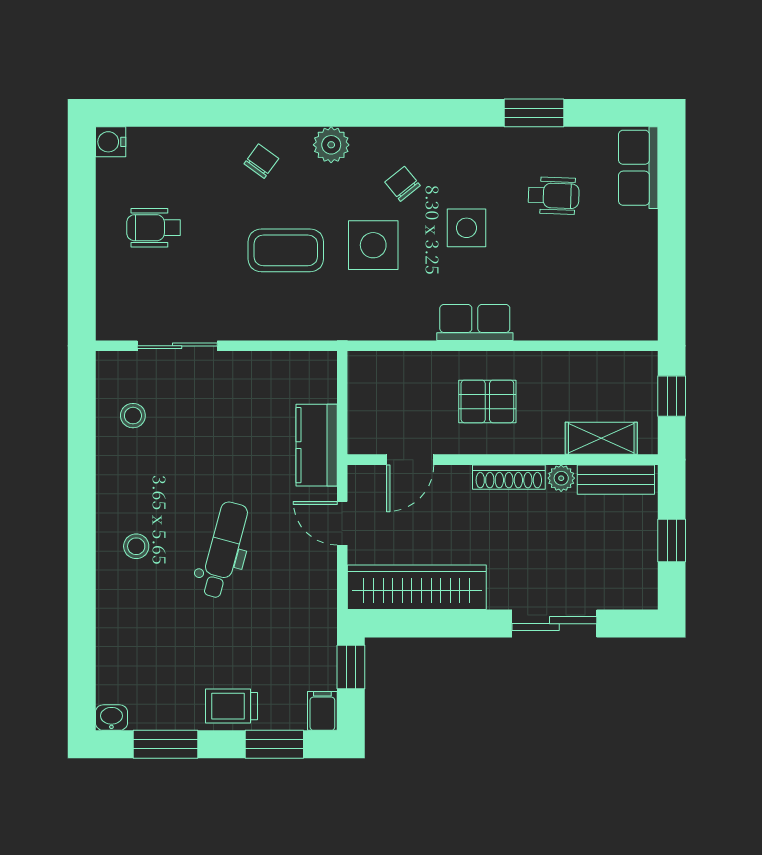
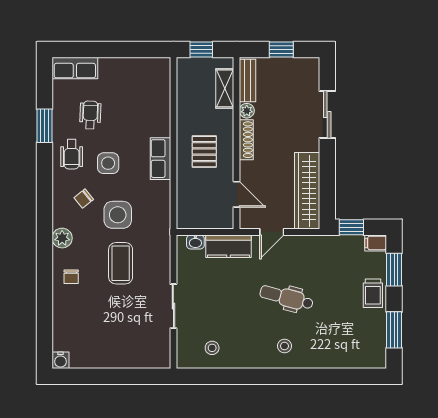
chair: (261, 161) -> (71, 277), turned -126
wheelchair: (154, 228) -> (72, 154), moved
sliding door: (177, 346) -> (173, 306), moved
washbasin: (111, 718) -> (195, 242), moved, turned -90

